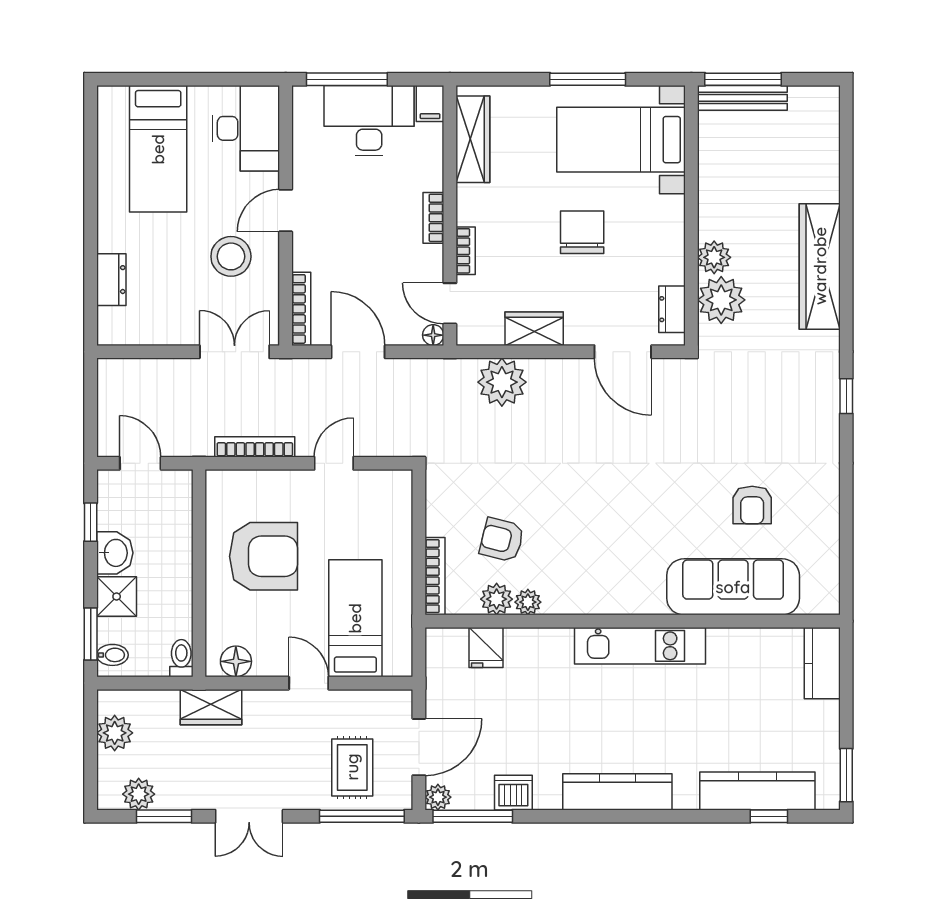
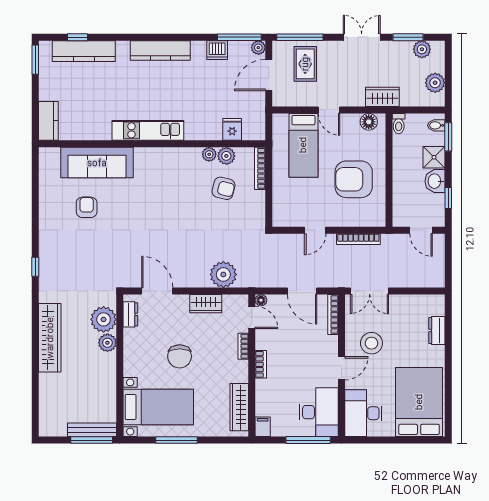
desk: (369, 121) -> (319, 412), moved, turned -90
bed: (158, 149) -> (419, 402), width x1.50

